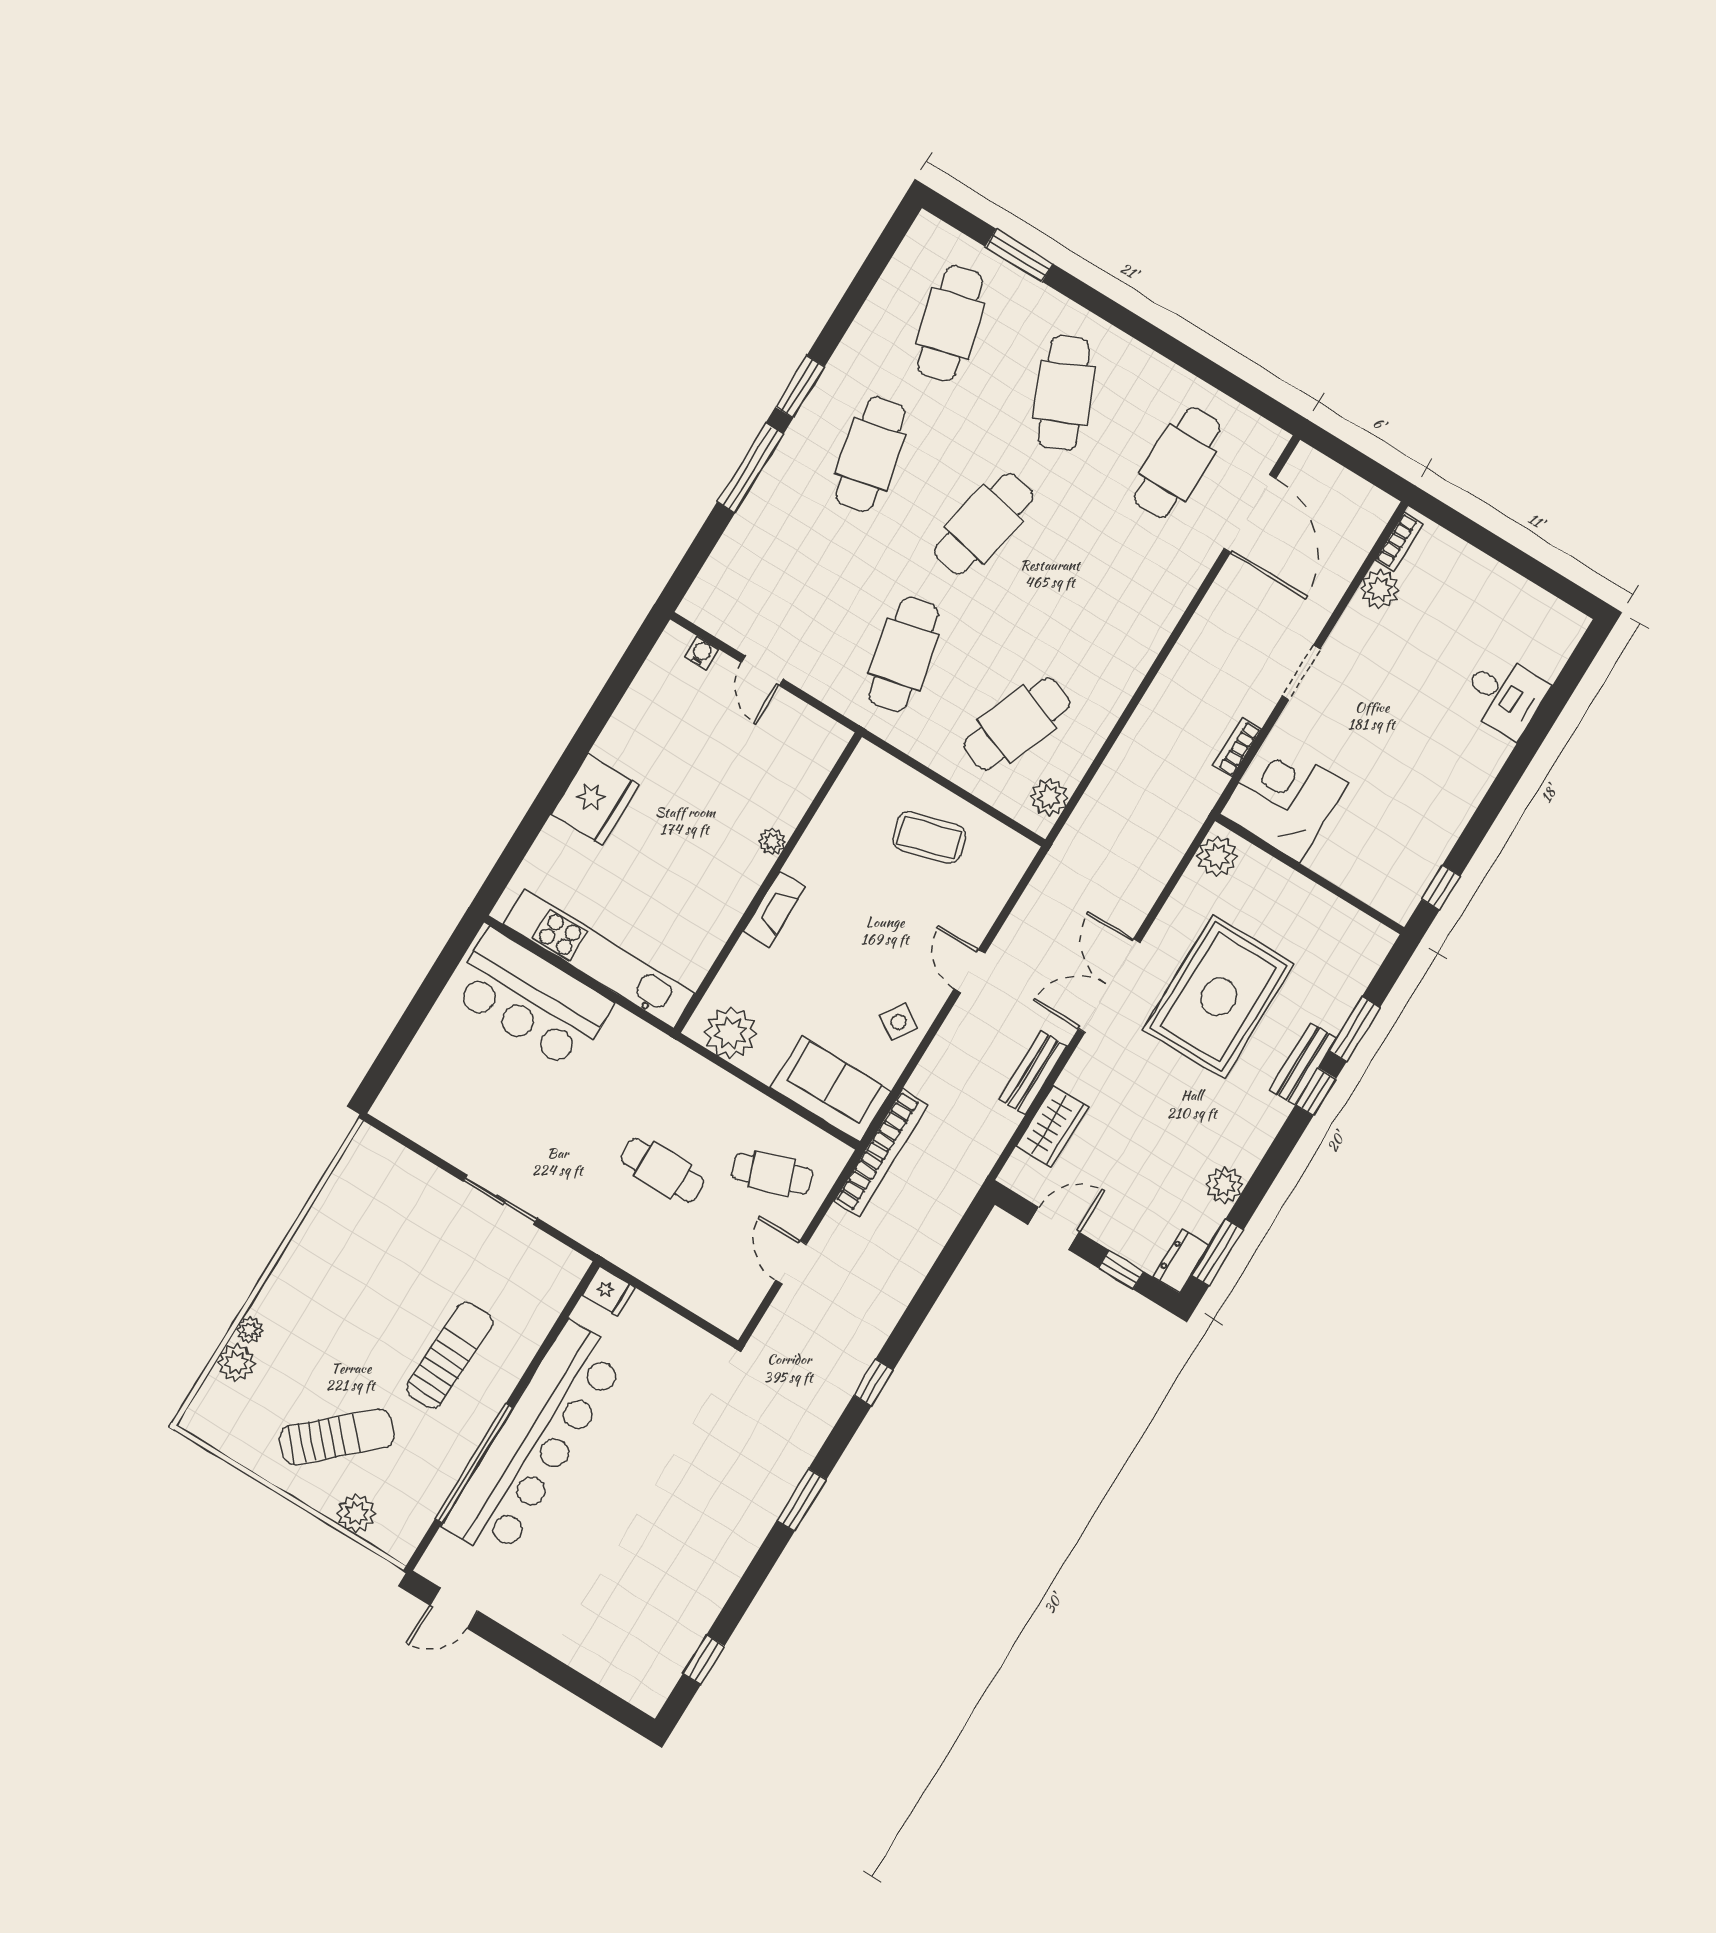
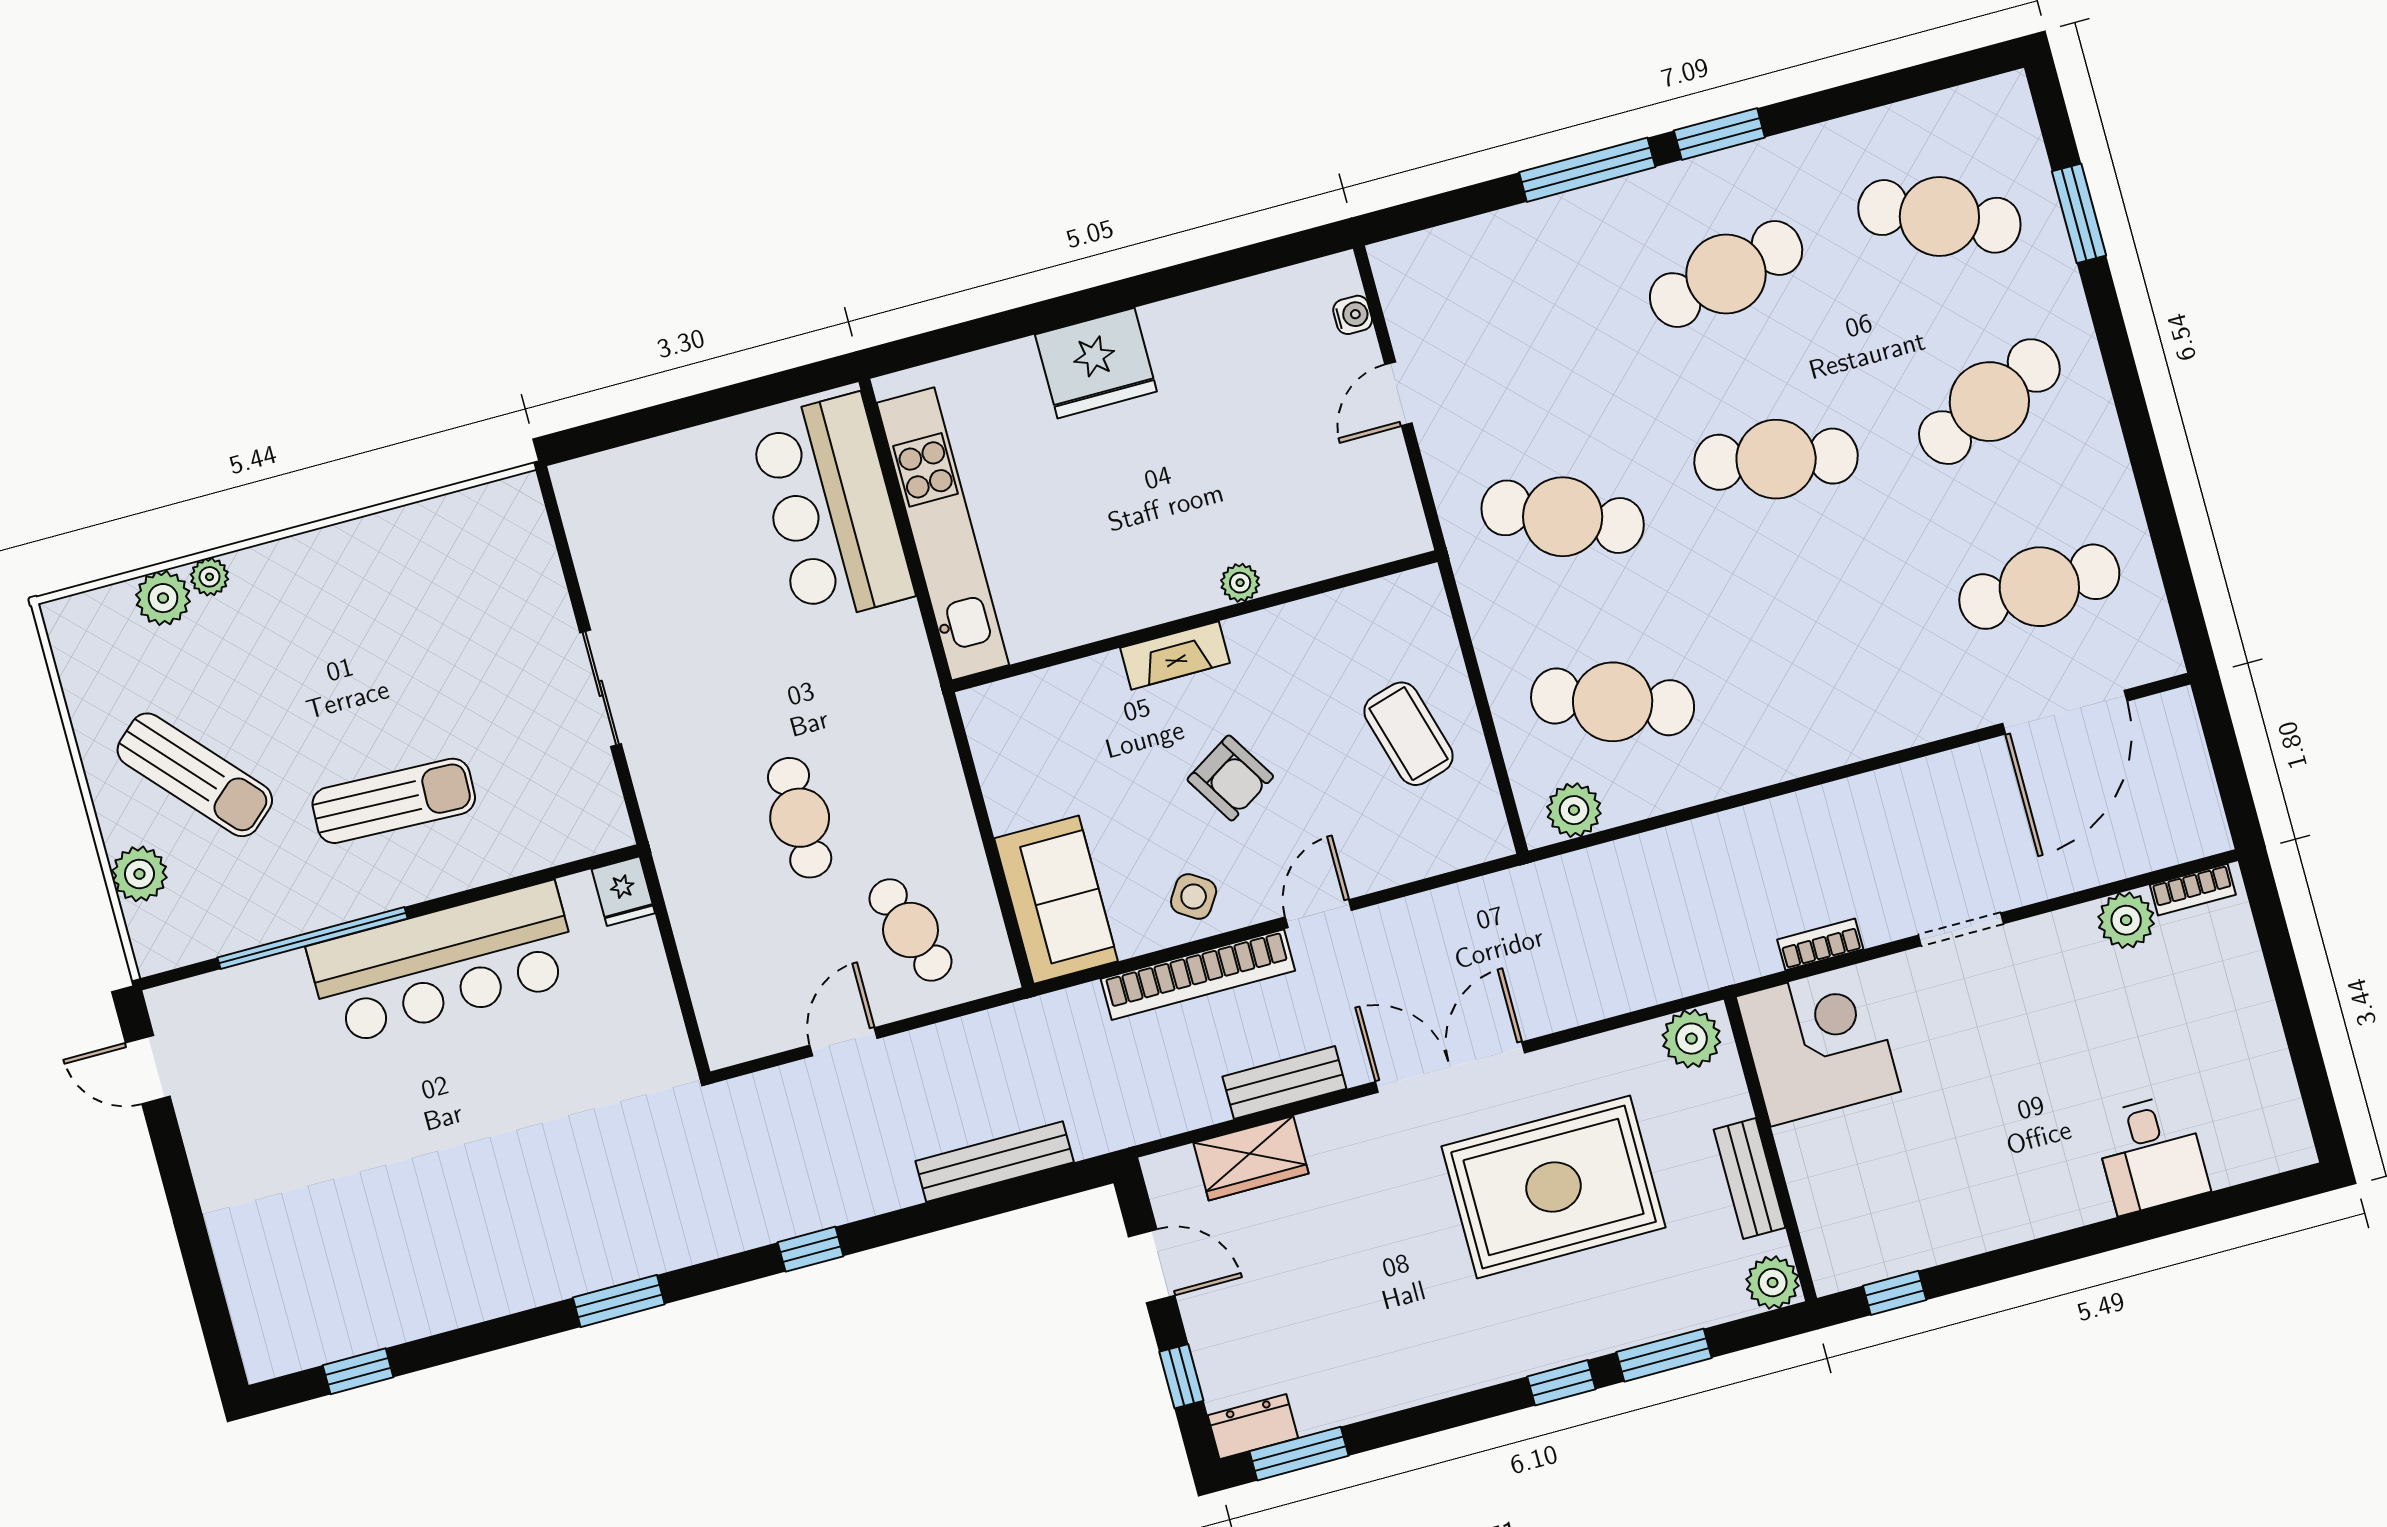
cafe table: (950, 323) -> (1939, 216), turned 39
cafe table: (903, 654) -> (1563, 517), turned 36
armchair: (860, 945) -> (1230, 778), added
plant: (731, 1033) -> (1007, 742), removed
bench: (1303, 1064) -> (1750, 1179), moved, turned 90
bookcase: (881, 1153) -> (1198, 975), moved
plant: (1225, 1185) -> (1773, 1283), moved
bench: (925, 1251) -> (995, 1162), added
bar counter: (535, 1441) -> (443, 964), width x0.73

